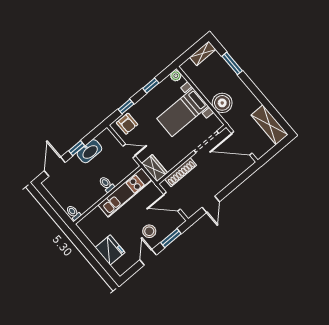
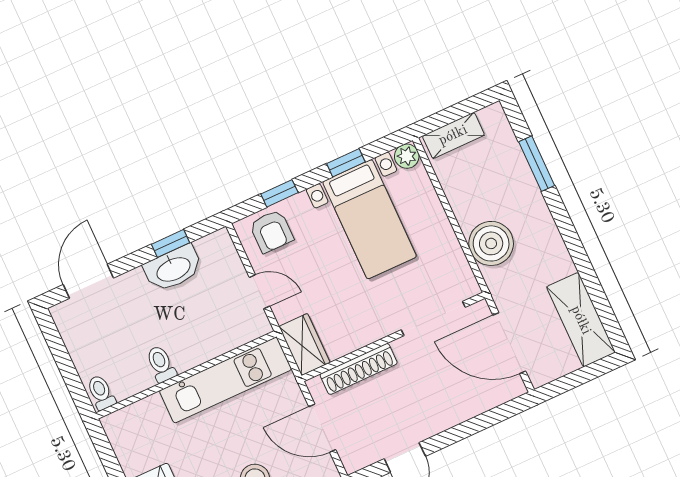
shelving: (203, 53) -> (453, 135), moved
bed with nightstands: (183, 112) -> (370, 219), moved, turned -90
window: (77, 148) -> (170, 243), moved
toilet: (106, 184) -> (161, 364), moved

